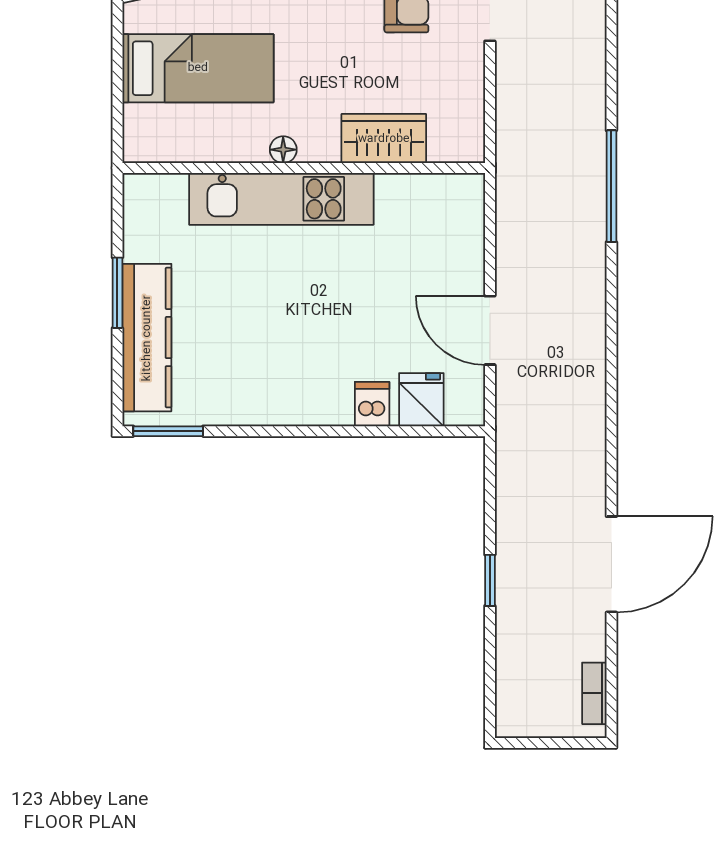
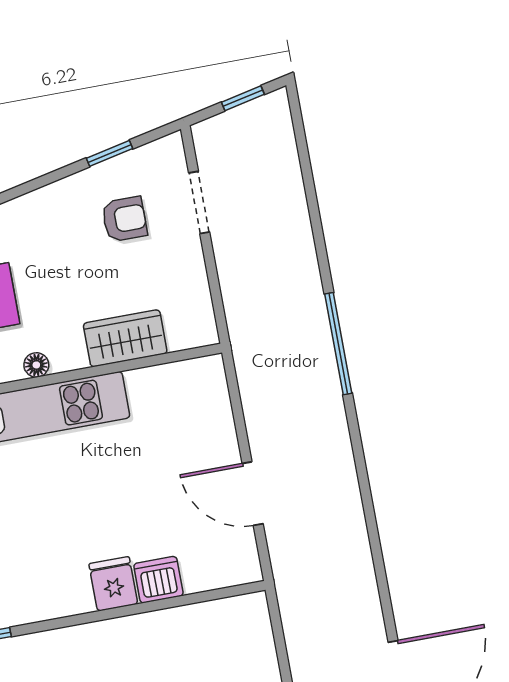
fridge: (421, 400) -> (113, 584), moved
dishwasher: (372, 404) -> (158, 580), width x1.38

